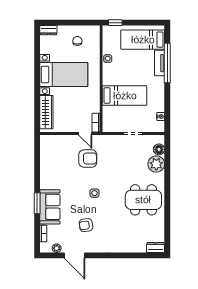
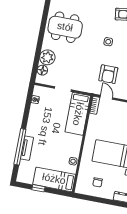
window: (115, 23) -> (38, 188), moved
bed: (143, 40) -> (54, 179), moved, turned 180
bed: (125, 96) -> (78, 114), moved, turned -90
armchair: (88, 159) -> (108, 74), turned -90

